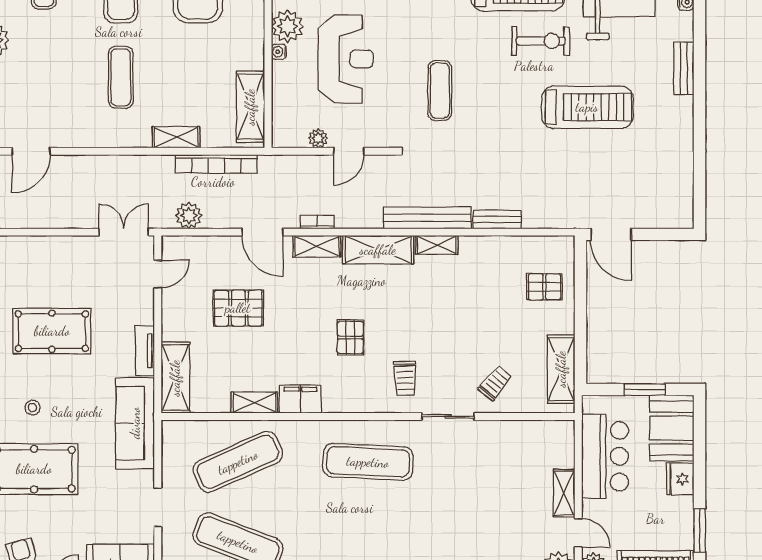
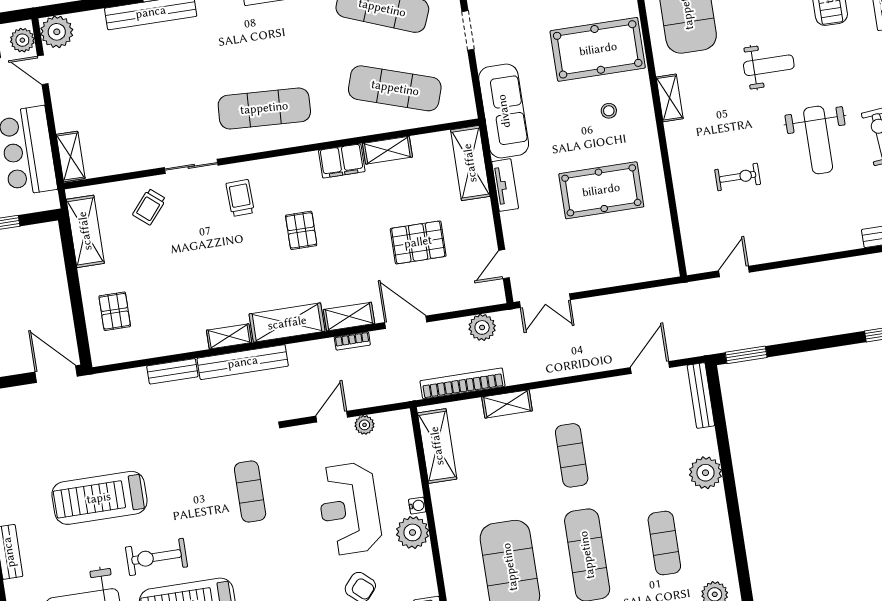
pallet: (544, 287) -> (115, 311), turned 90
exercise mat: (238, 462) -> (395, 88), turned 42
shelving: (564, 493) -> (71, 156), moved

